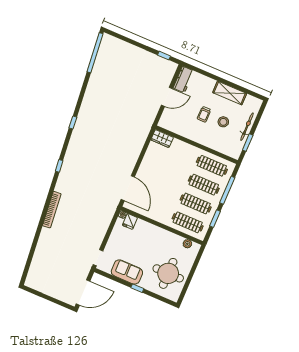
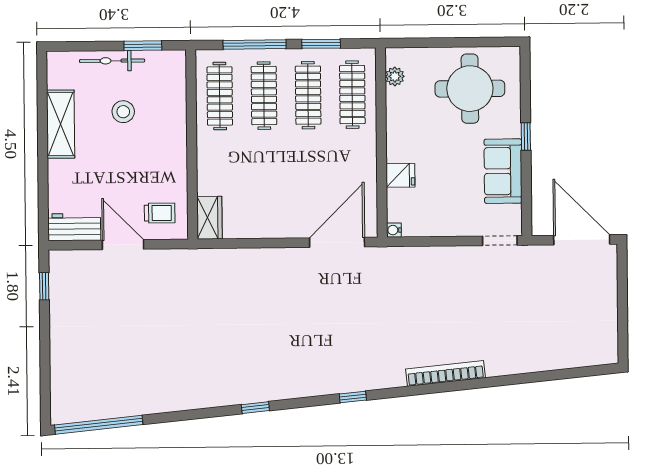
trolley: (204, 114) -> (160, 213), moved
fridge: (130, 221) -> (400, 175), moved

